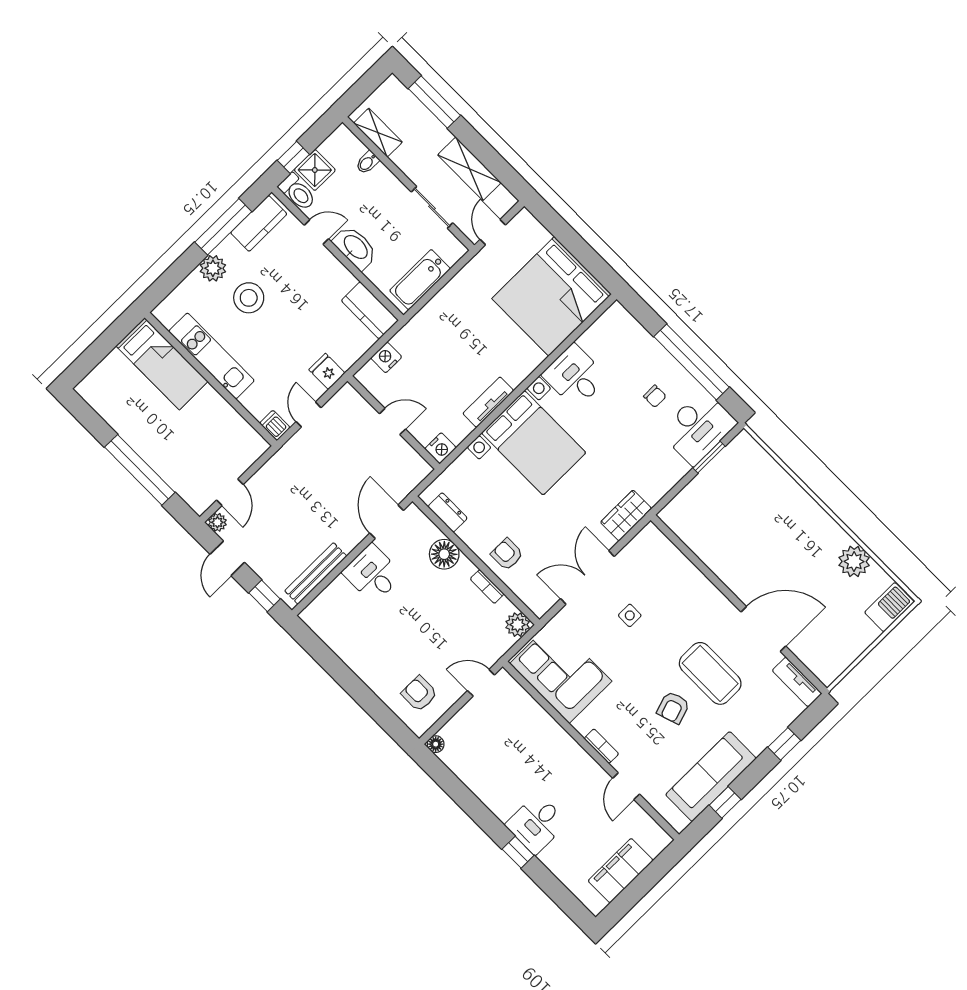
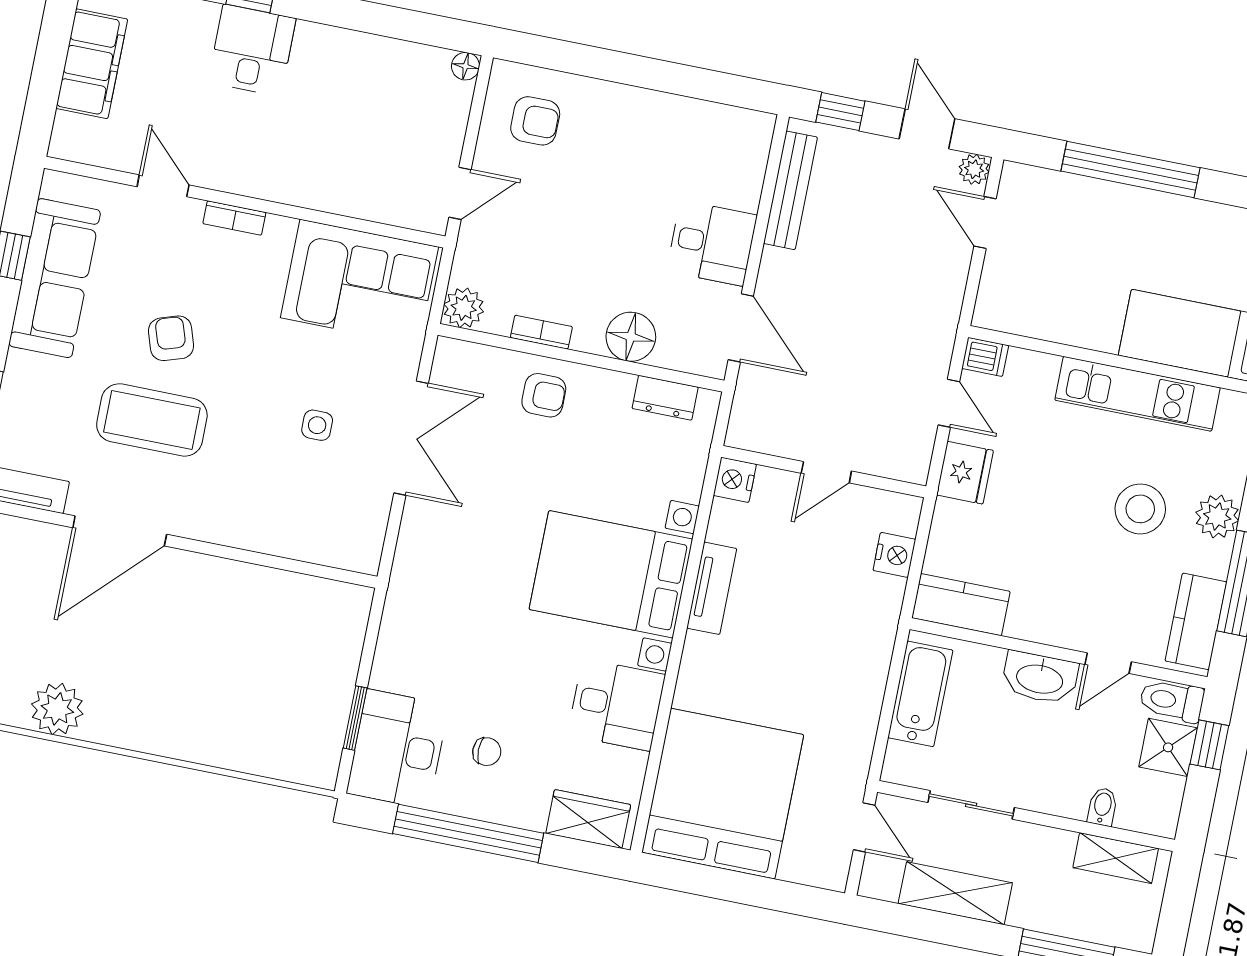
fridge: (327, 371) -> (965, 473), width x1.38
chair: (655, 396) -> (487, 752), turned 180
wardrobe: (626, 515) -> (588, 819), moved, turned -90

